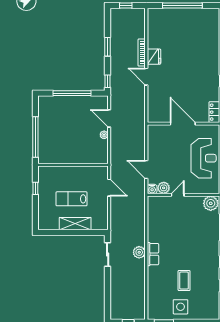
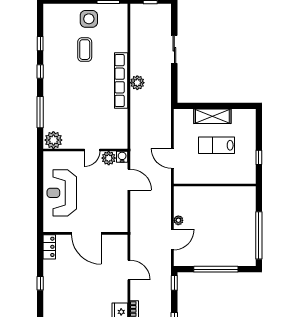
door: (146, 77) -> (129, 270), moved
door: (109, 118) -> (172, 240), hinge flipped
window: (35, 137) -> (259, 235), moved
lab bench: (71, 199) -> (217, 145), turned 180
sliding door: (108, 254) -> (174, 49), moved
row of seats: (153, 254) -> (121, 81), width x2.02

